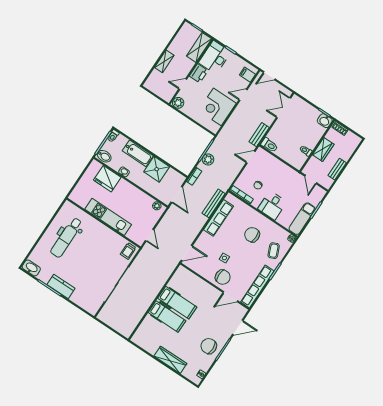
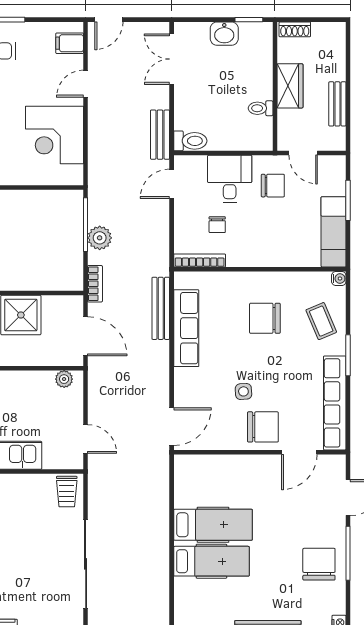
washbasin: (325, 121) -> (224, 34), moved
chair: (290, 184) -> (273, 186), added
desk: (272, 205) -> (230, 179), moved, turned 180
chair: (209, 346) -> (319, 564), turned 90

